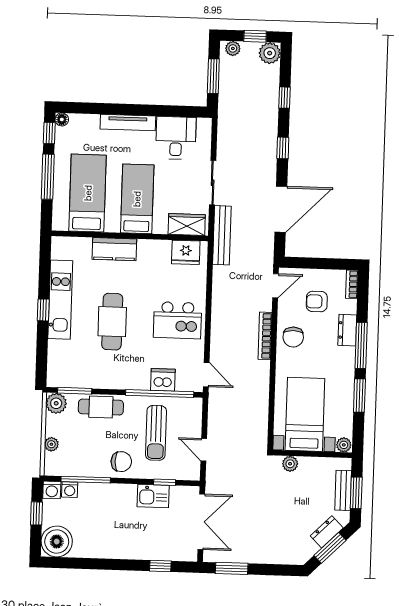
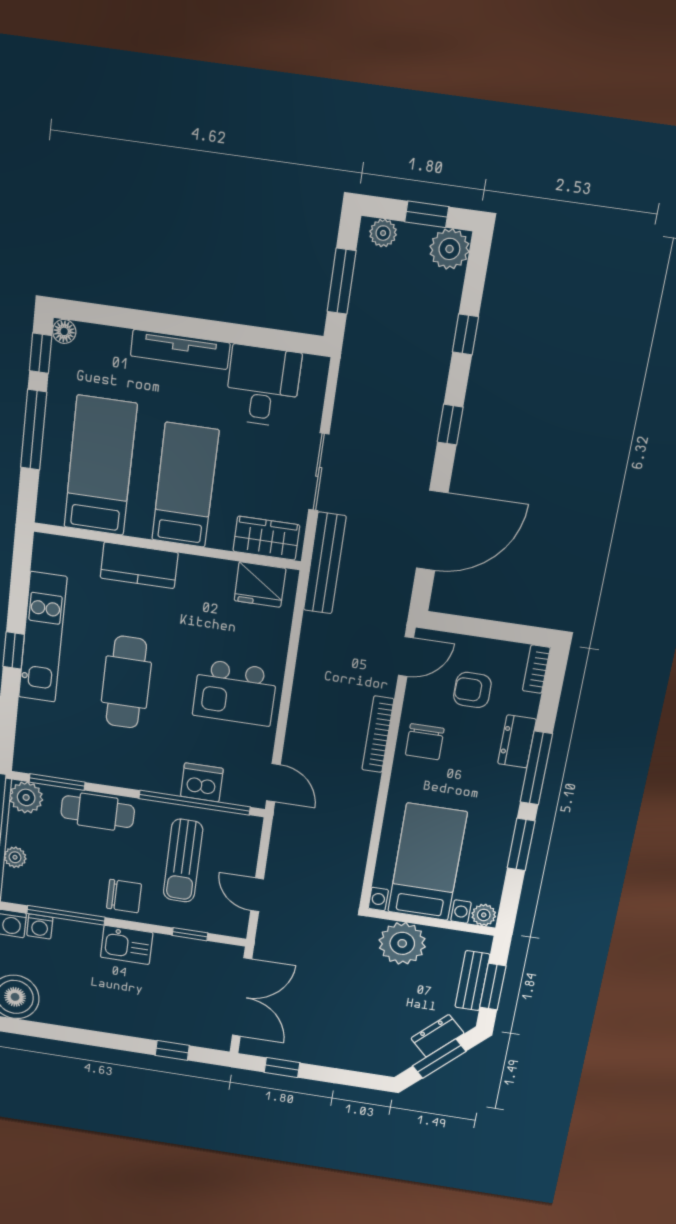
plant: (290, 464) -> (402, 943), width x1.87, depth x1.87
kitchen sink: (153, 496) -> (127, 945), moved
window: (232, 568) -> (282, 1067), width x0.67

